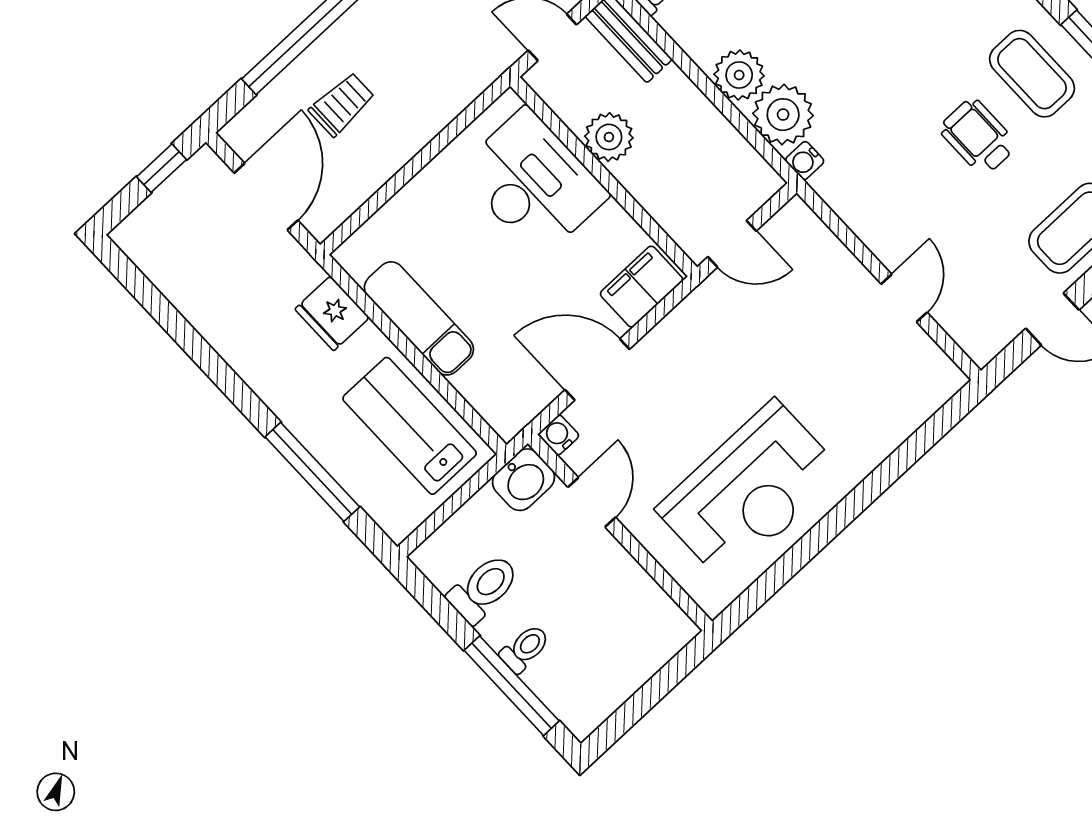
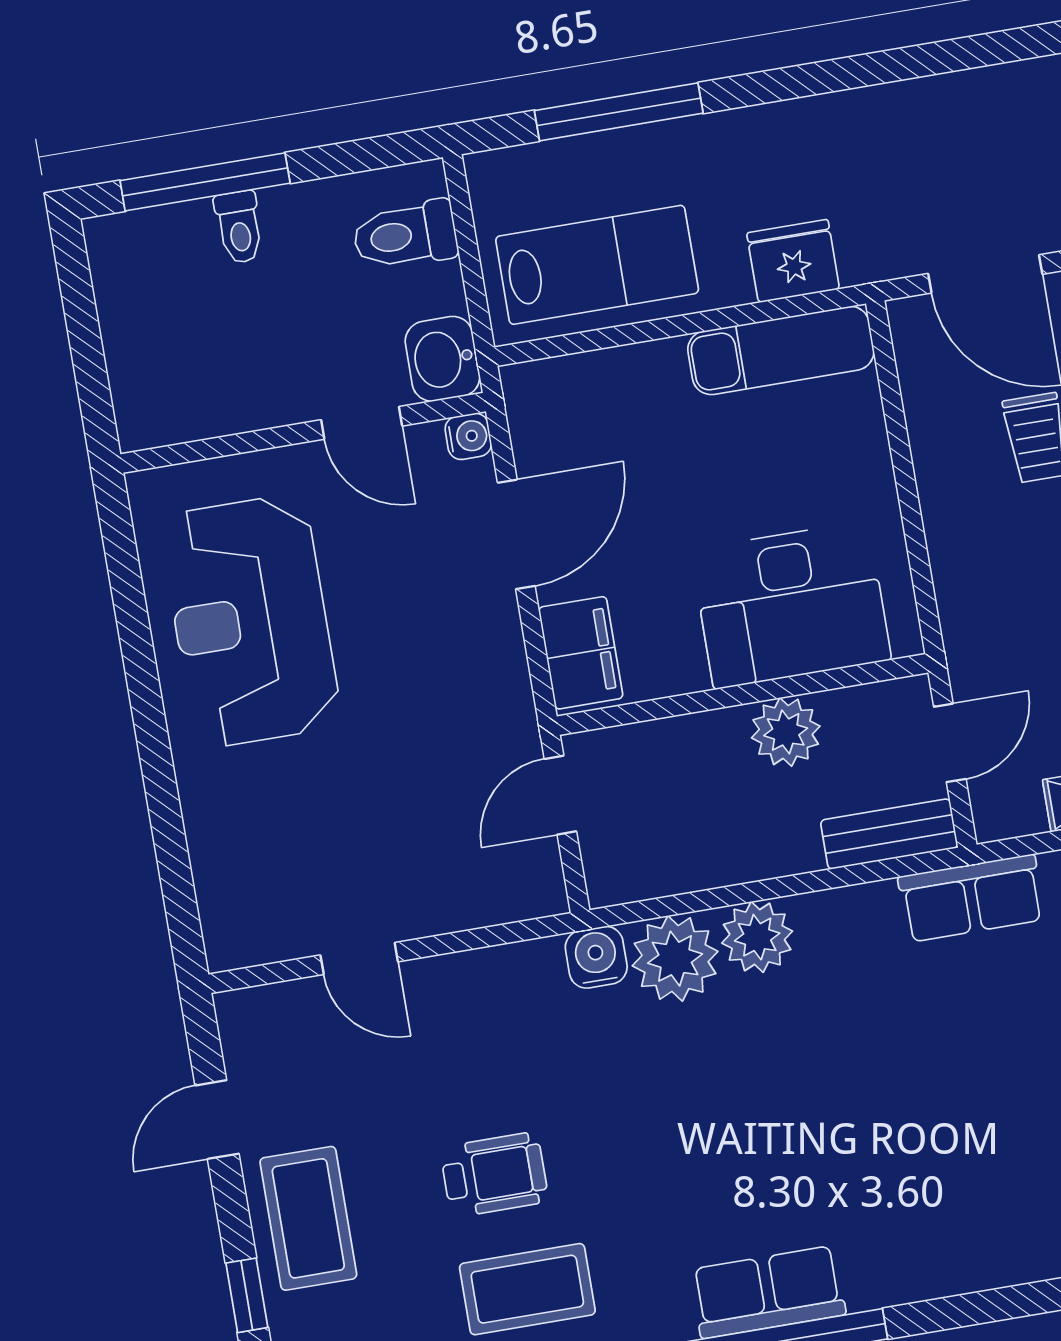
water cooler: (805, 161) -> (596, 957), width x1.38, depth x1.38
exam couch: (419, 318) -> (781, 350), moved
toilet: (484, 588) -> (405, 235), moved, turned 90

